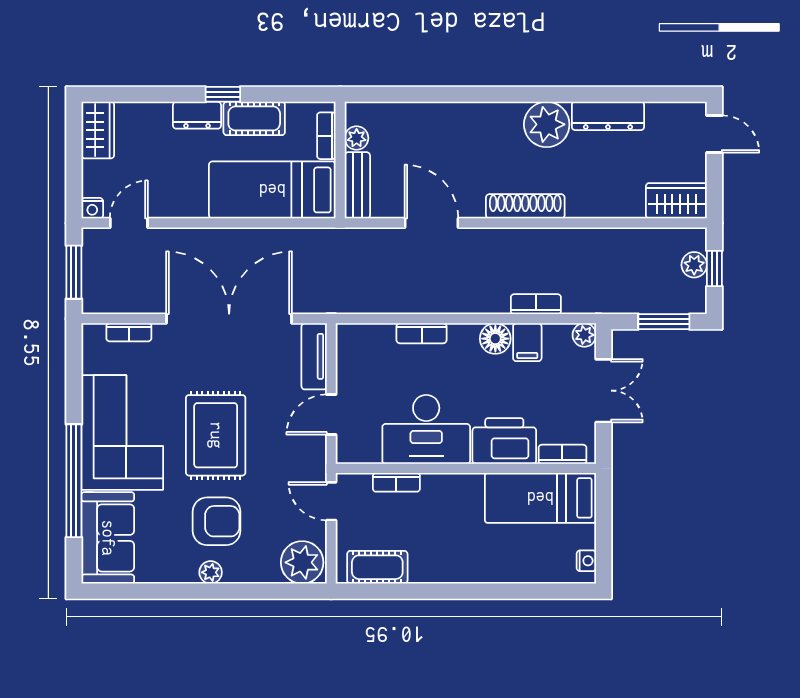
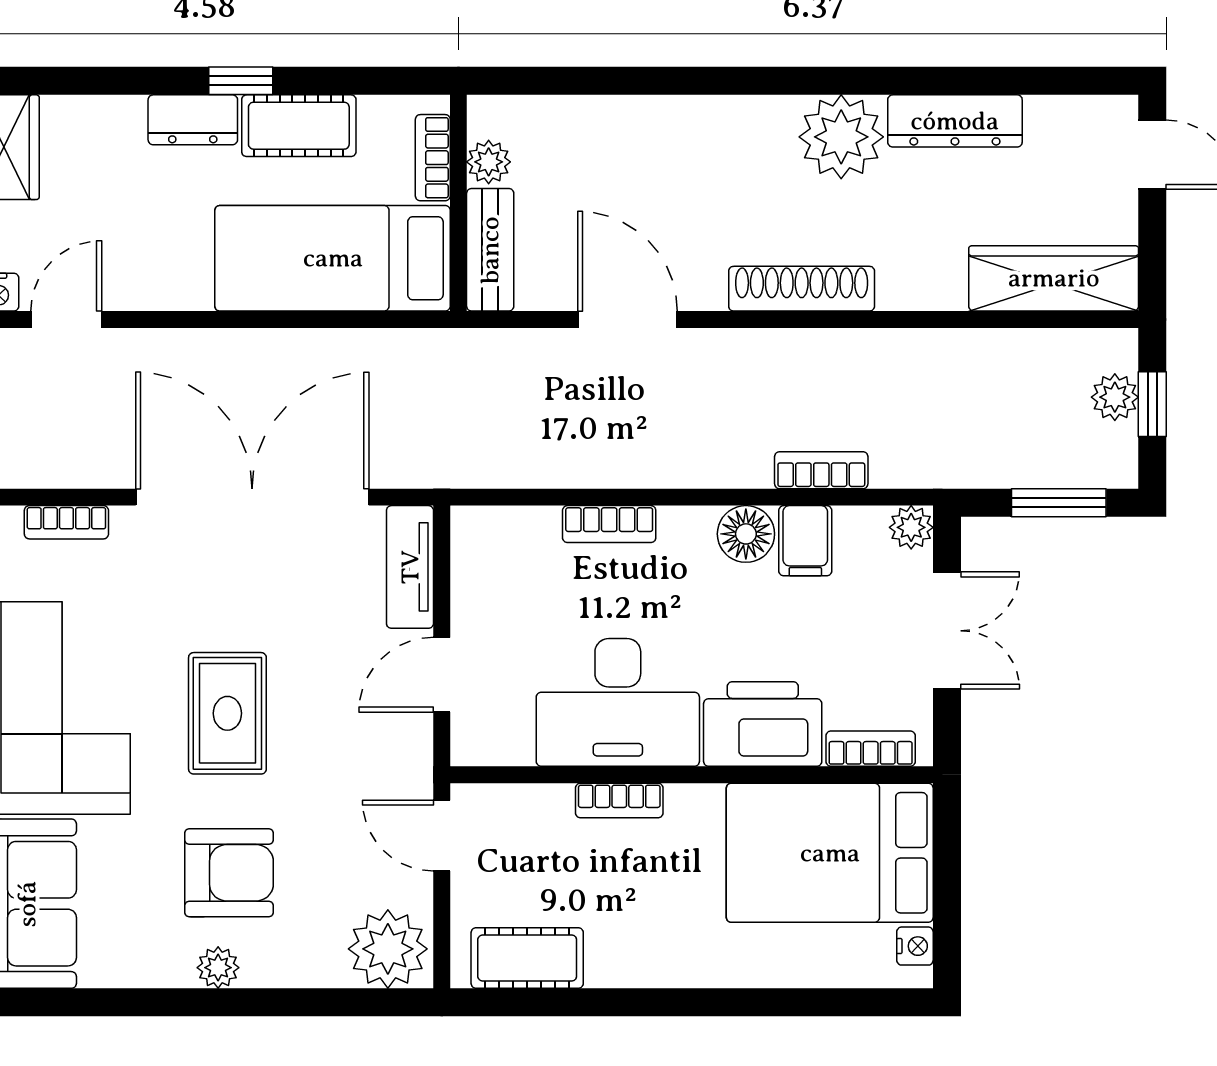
wardrobe: (676, 201) -> (1054, 278), width x1.50
rug: (216, 435) -> (227, 713), width x0.73, depth x0.70
bookcase: (396, 482) -> (619, 801), moved
bed: (540, 498) -> (830, 853), width x1.50

